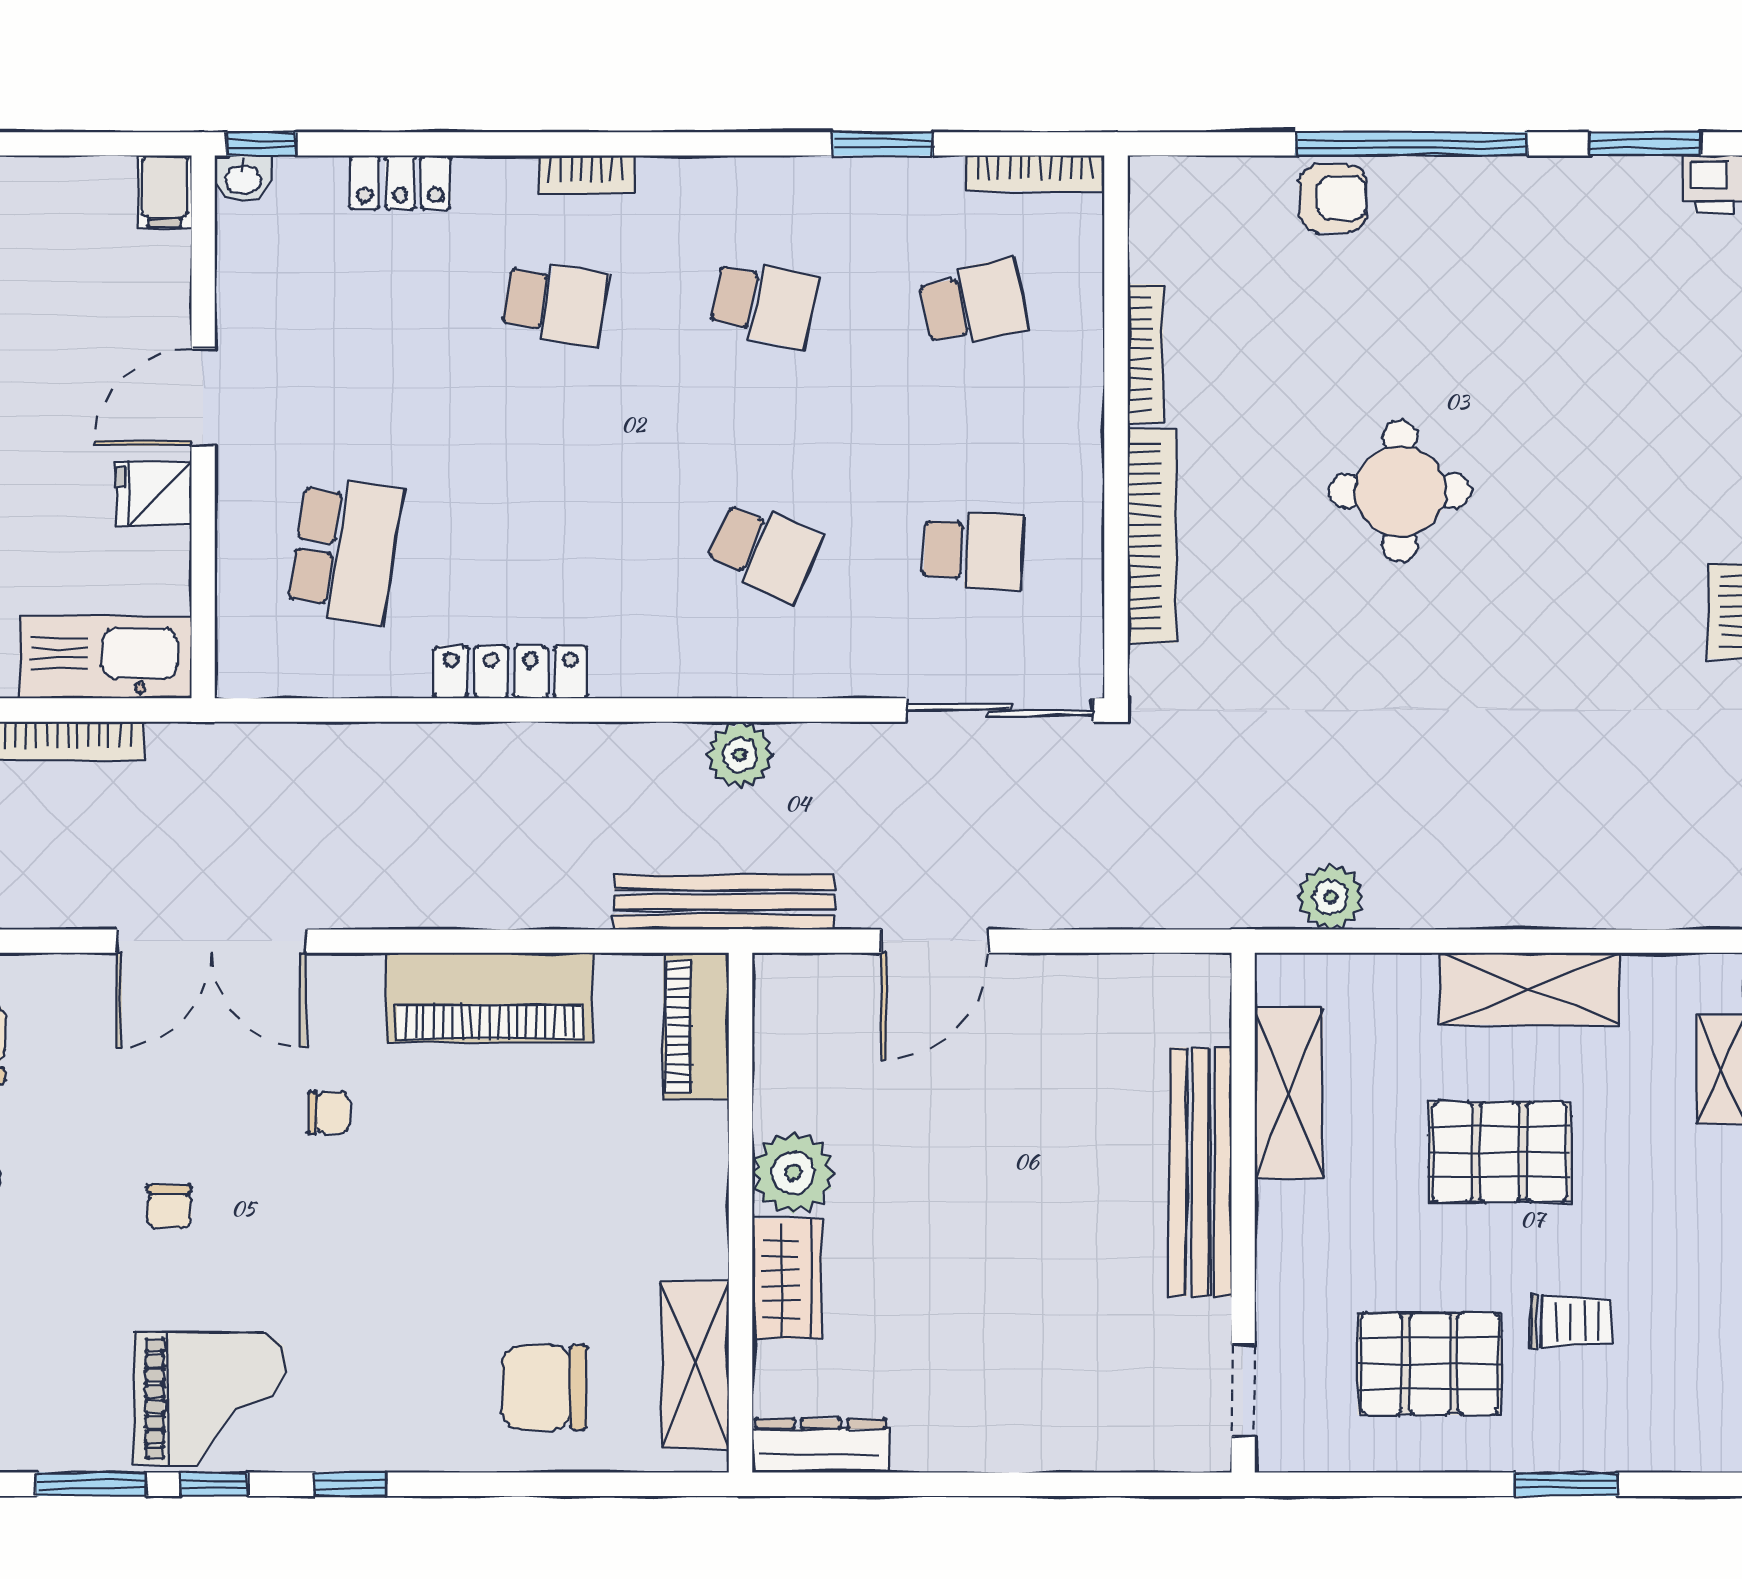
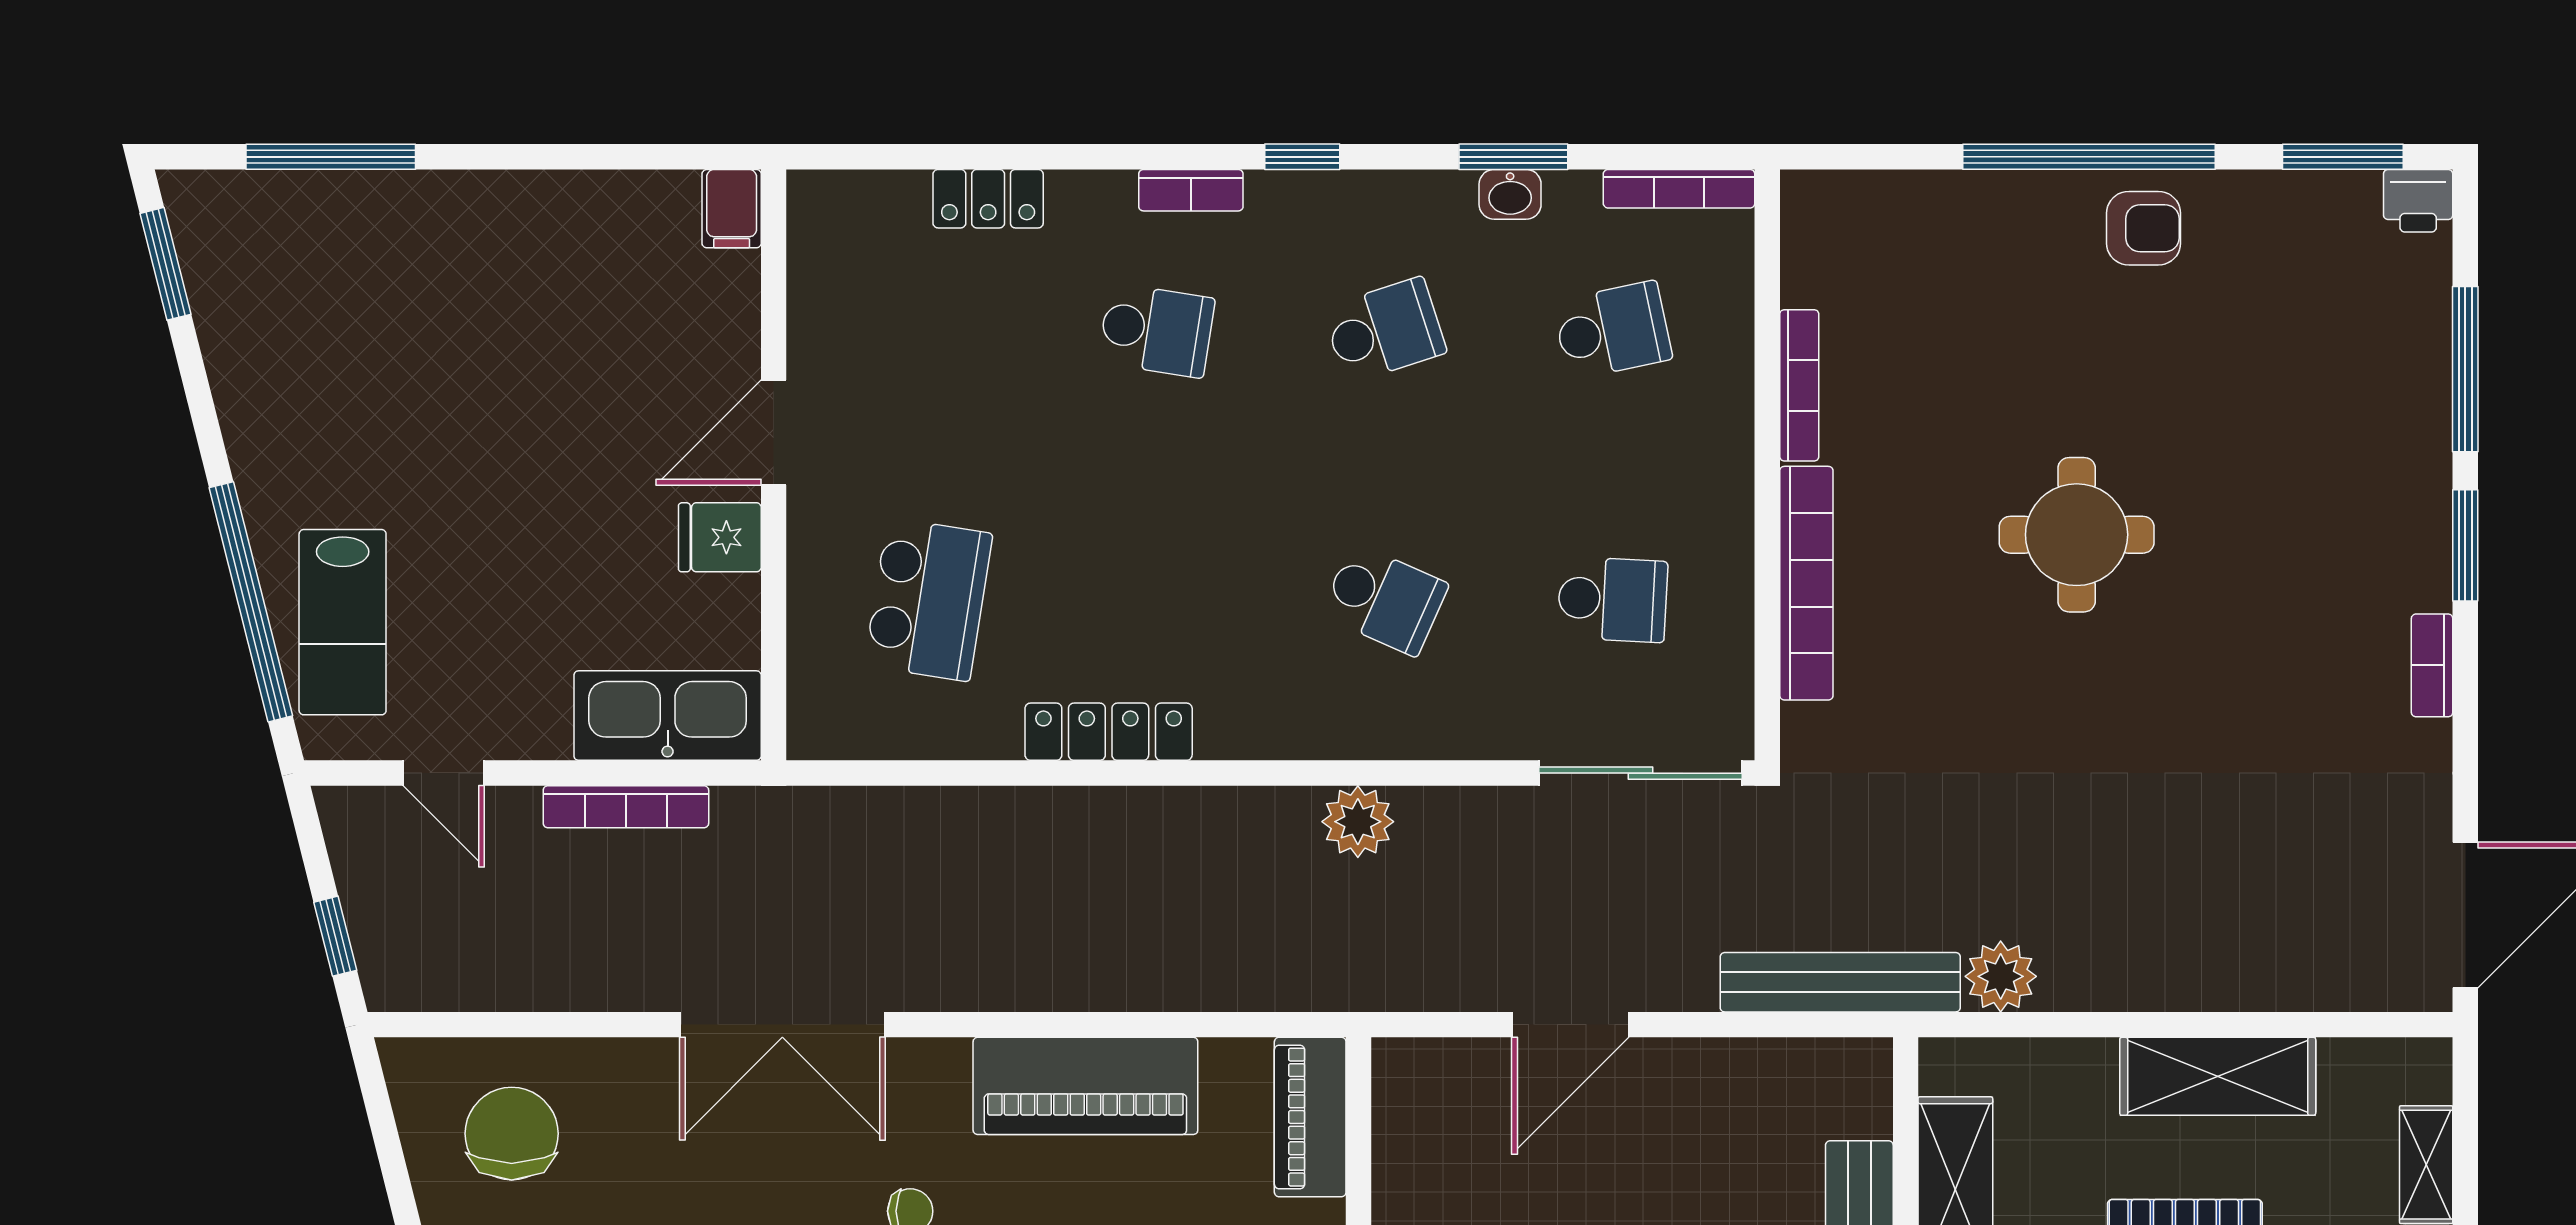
window: (261, 144) -> (1302, 157), moved
washbasin: (243, 178) -> (1510, 194), moved
armchair: (1333, 198) -> (2144, 228), moved
school desk: (764, 303) -> (1384, 330), turned -30
bench: (724, 902) -> (1840, 982), moved

